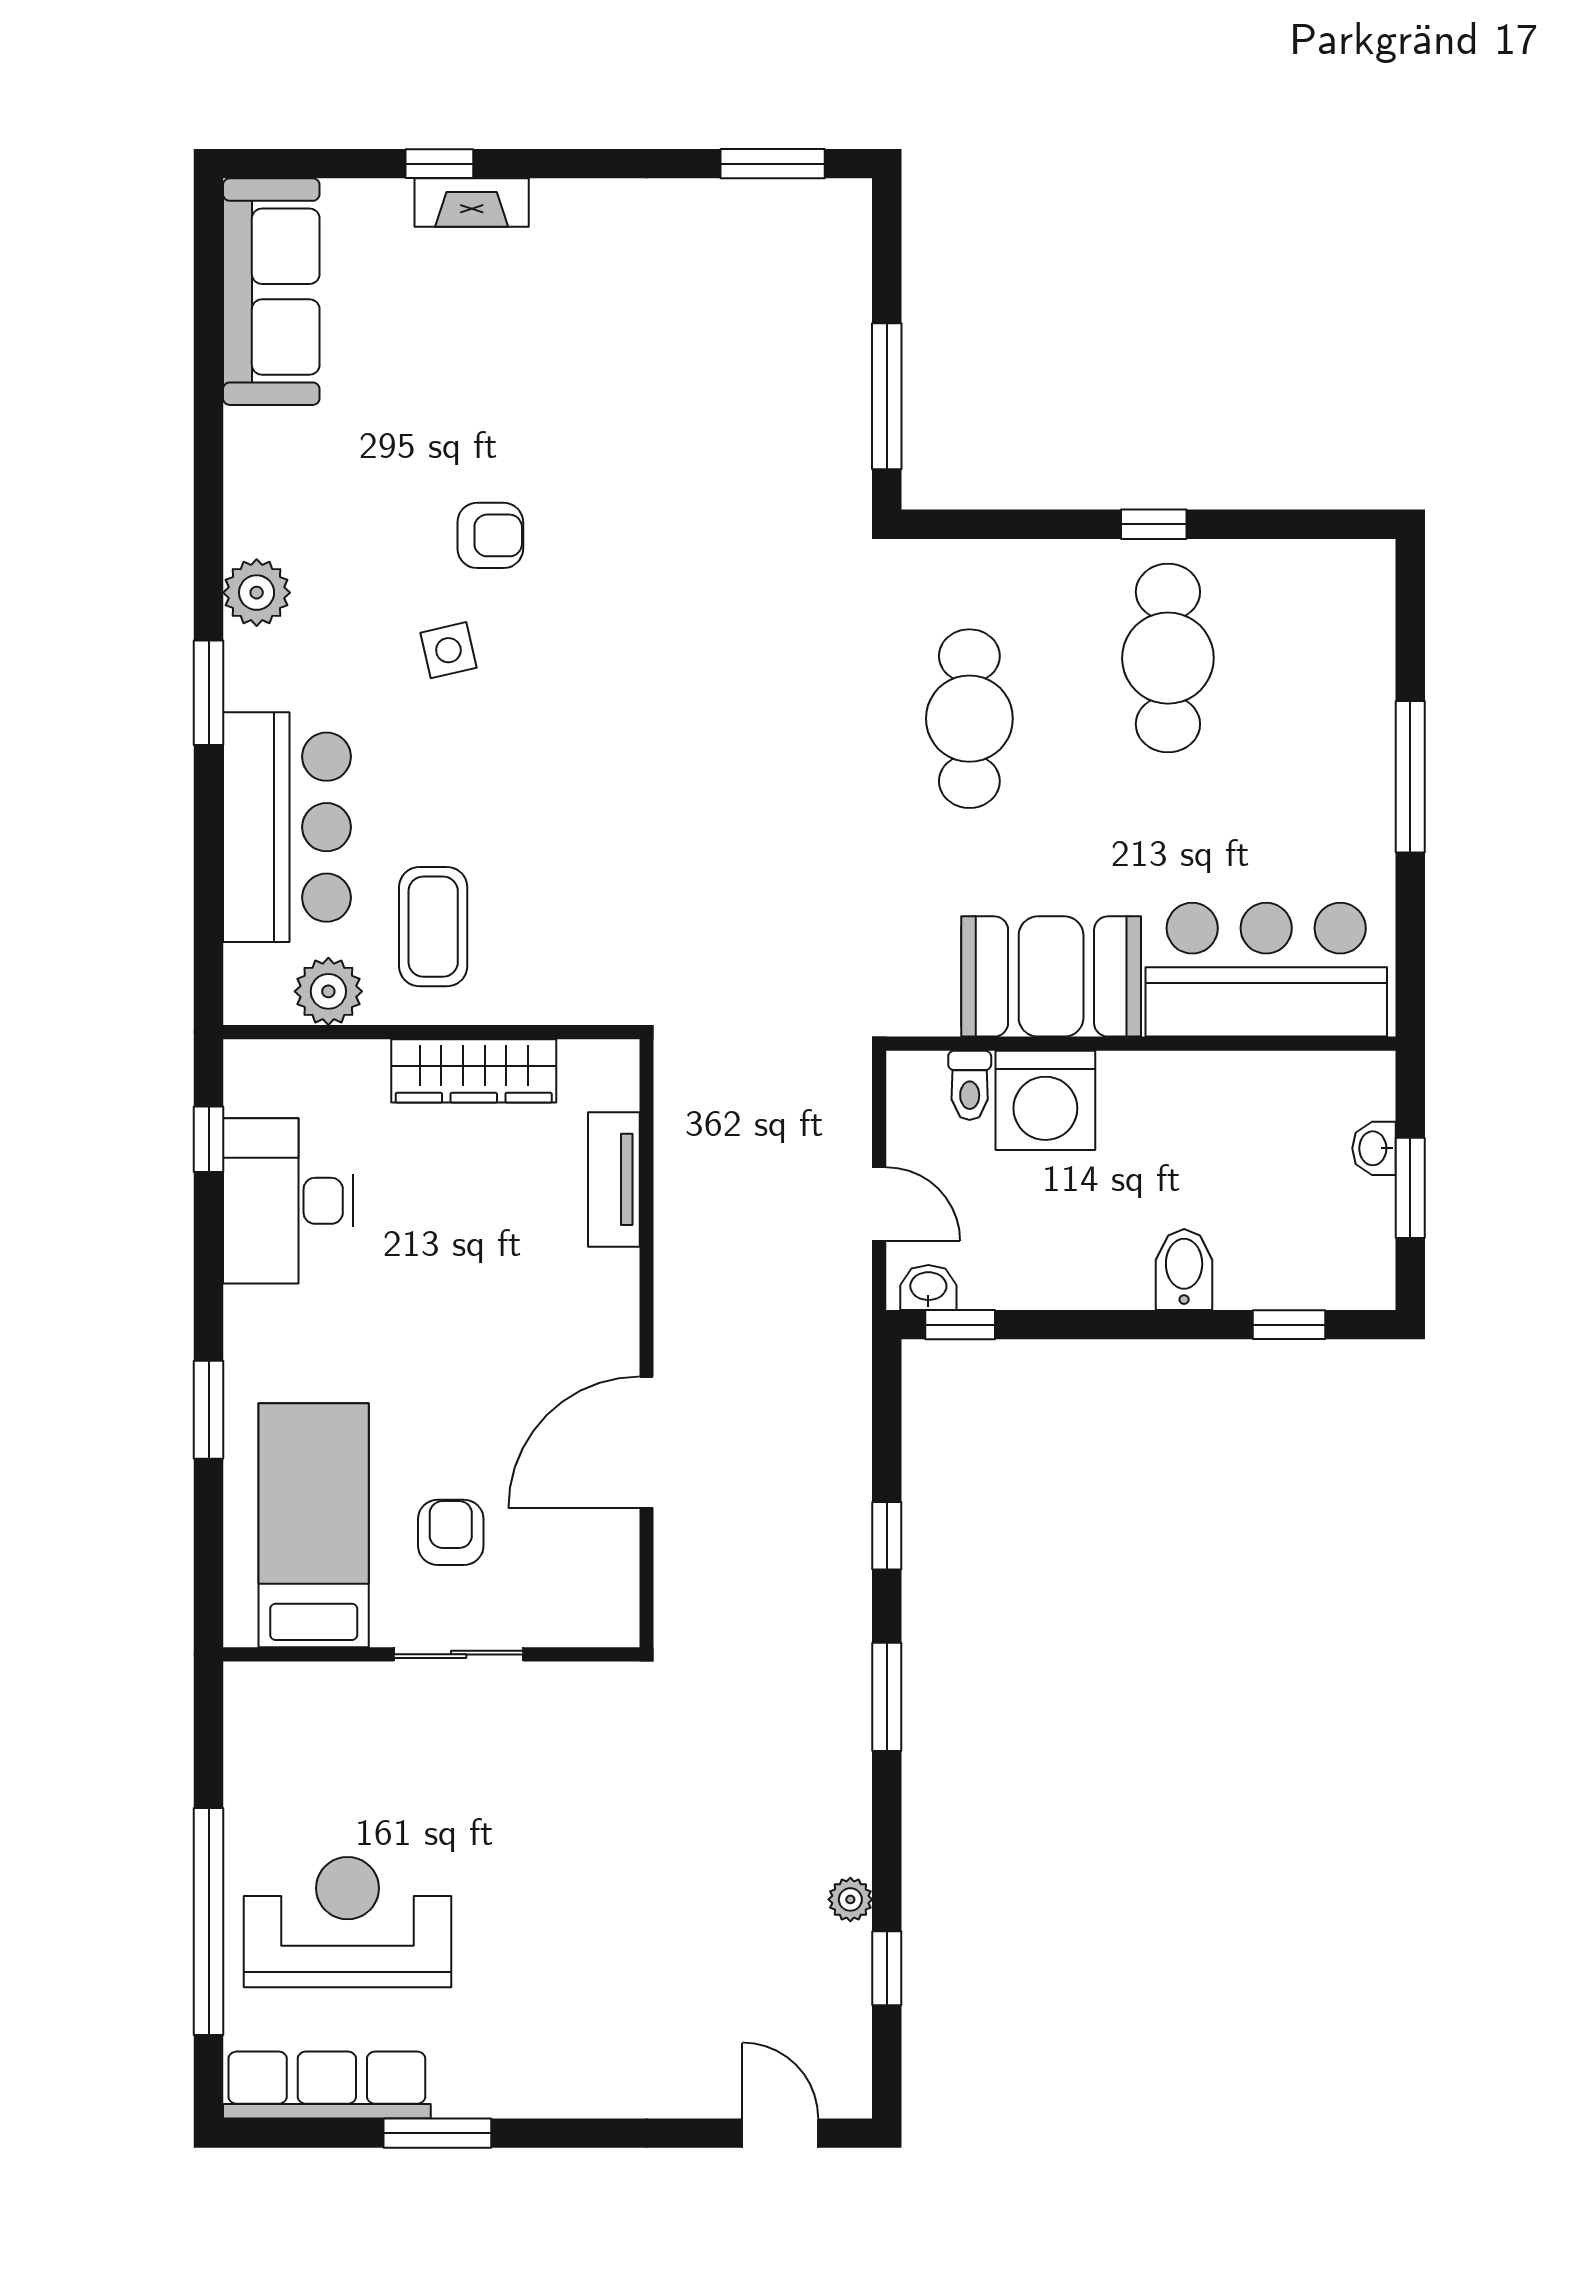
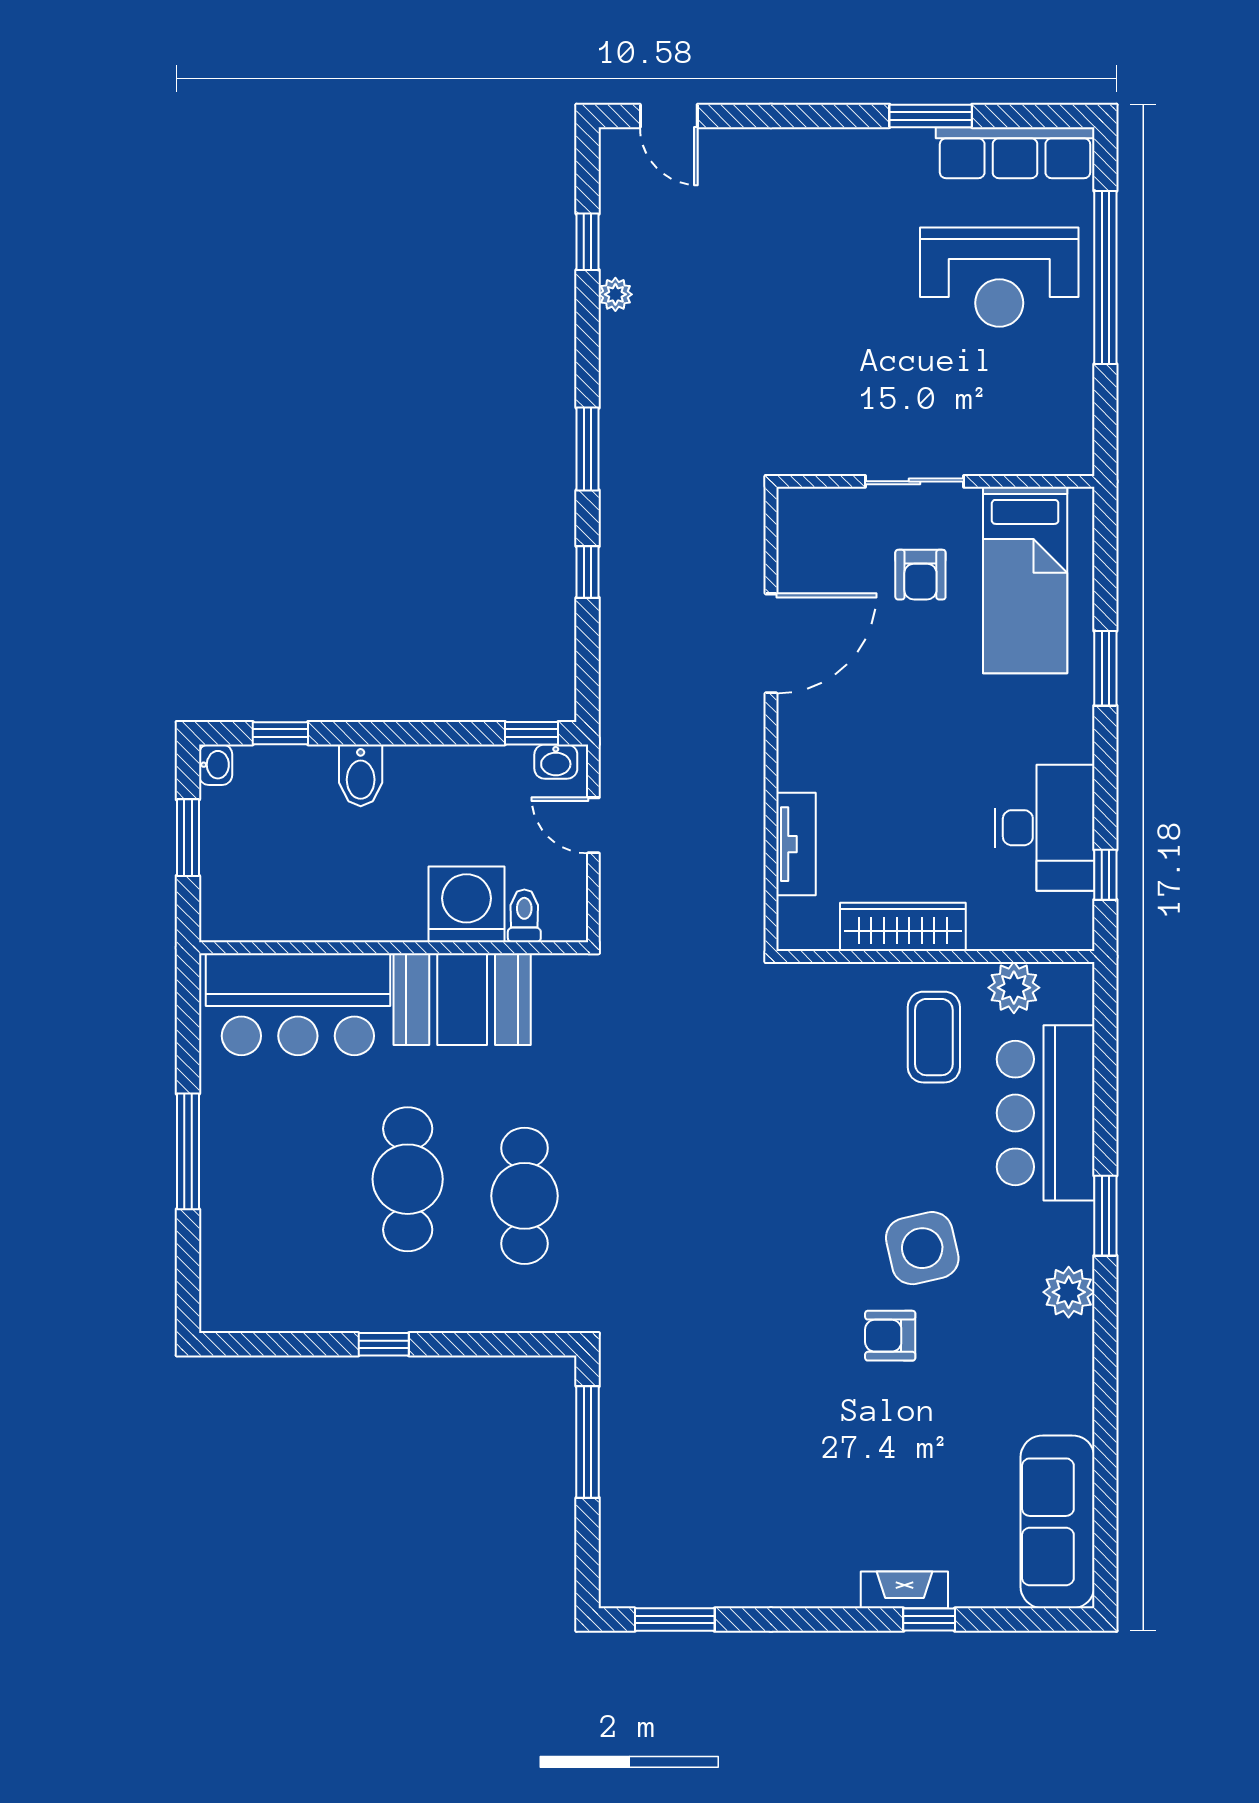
side table: (448, 650) -> (922, 1248), width x1.87, depth x1.87
cafe table: (1168, 658) -> (408, 1179), moved
washbasin: (1374, 1148) -> (216, 765), moved

